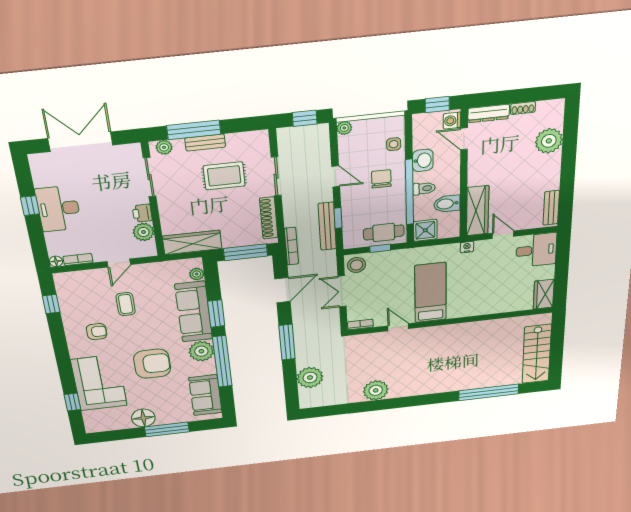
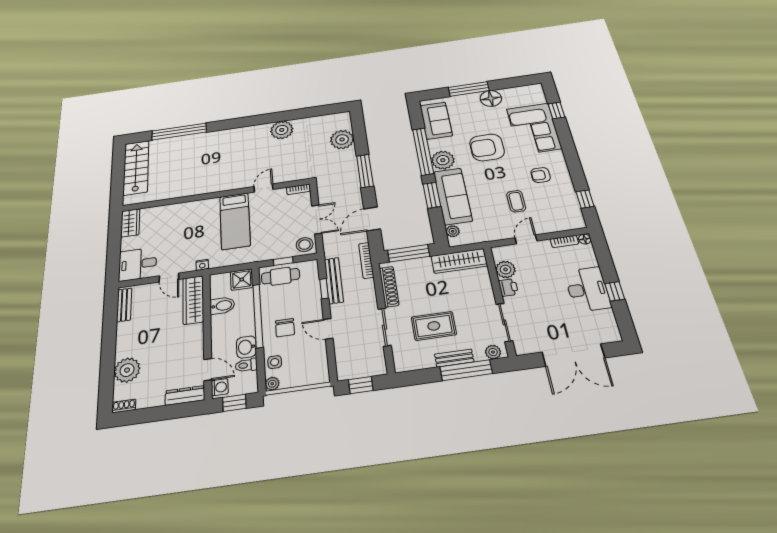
shoe rack: (523, 108) -> (124, 406), moved
plant: (344, 128) -> (272, 384), moved
toilet: (424, 188) -> (246, 365), moved
door: (398, 327) -> (264, 188), swing flipped

